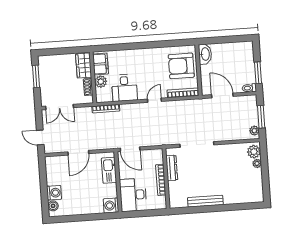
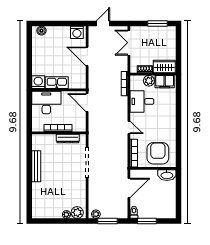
door: (130, 149) -> (87, 103), hinge flipped
kitchen sink: (109, 170) -> (57, 83), moved
washing machine: (54, 193) -> (77, 32), moved

